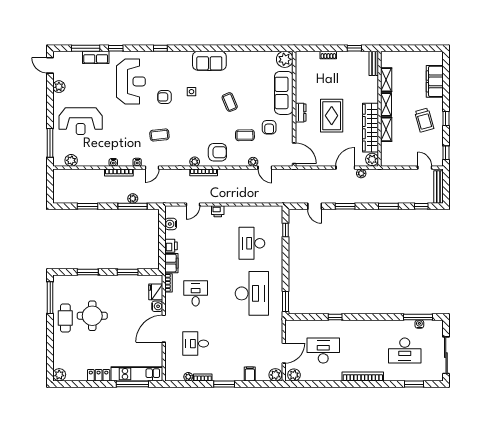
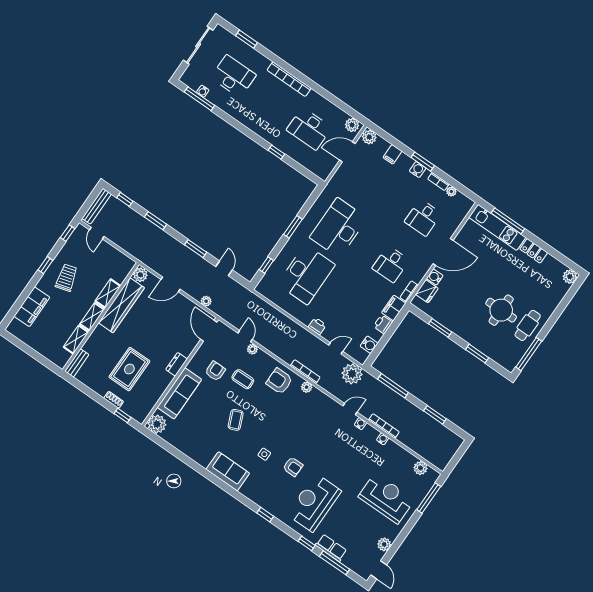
window: (354, 48) -> (122, 415), moved
rug: (332, 116) -> (129, 369), moved
coffee table: (159, 135) -> (322, 435), removed
plant: (361, 173) -> (206, 301), moved
plant: (133, 199) -> (352, 374), moved, width x1.87, depth x1.87
desk: (252, 243) -> (306, 274), width x1.36, depth x1.30
window: (285, 301) -> (293, 227), moved
desk: (196, 344) -> (423, 218), turned 90
water cooler: (224, 376) -> (418, 170), added

